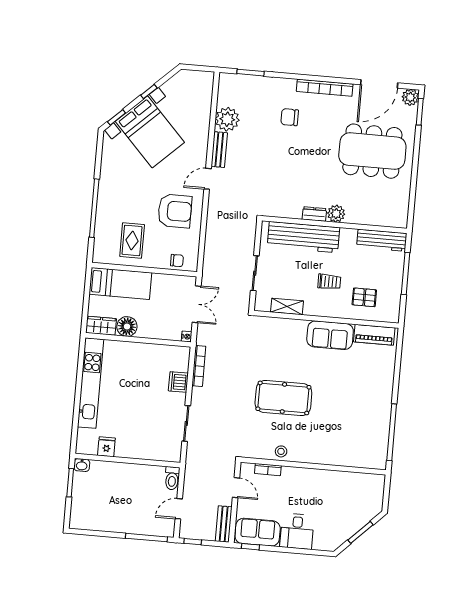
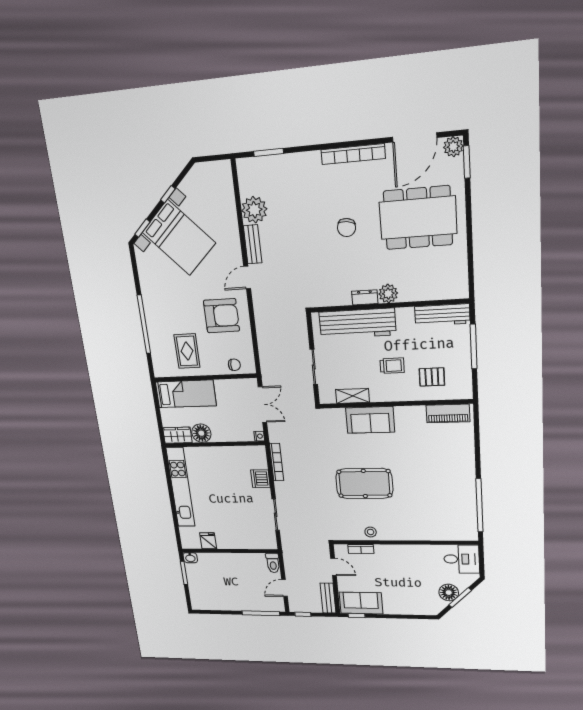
chair: (290, 117) -> (347, 228), moved, turned -82
sofa: (330, 335) -> (370, 420), moved
floor lamp: (350, 526) -> (449, 593), added
desk: (297, 531) -> (462, 559), moved, turned -90

